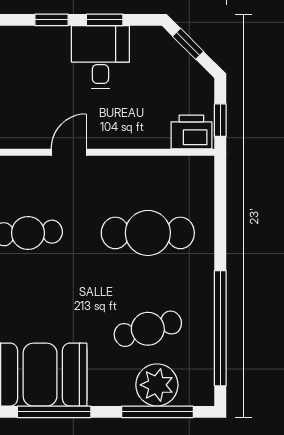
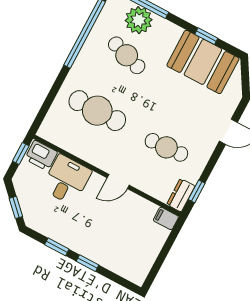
desk: (100, 57) -> (66, 180), moved, turned 180
cafe table: (148, 329) -> (127, 55), turned 33
window: (54, 412) -> (206, 36), width x0.46

